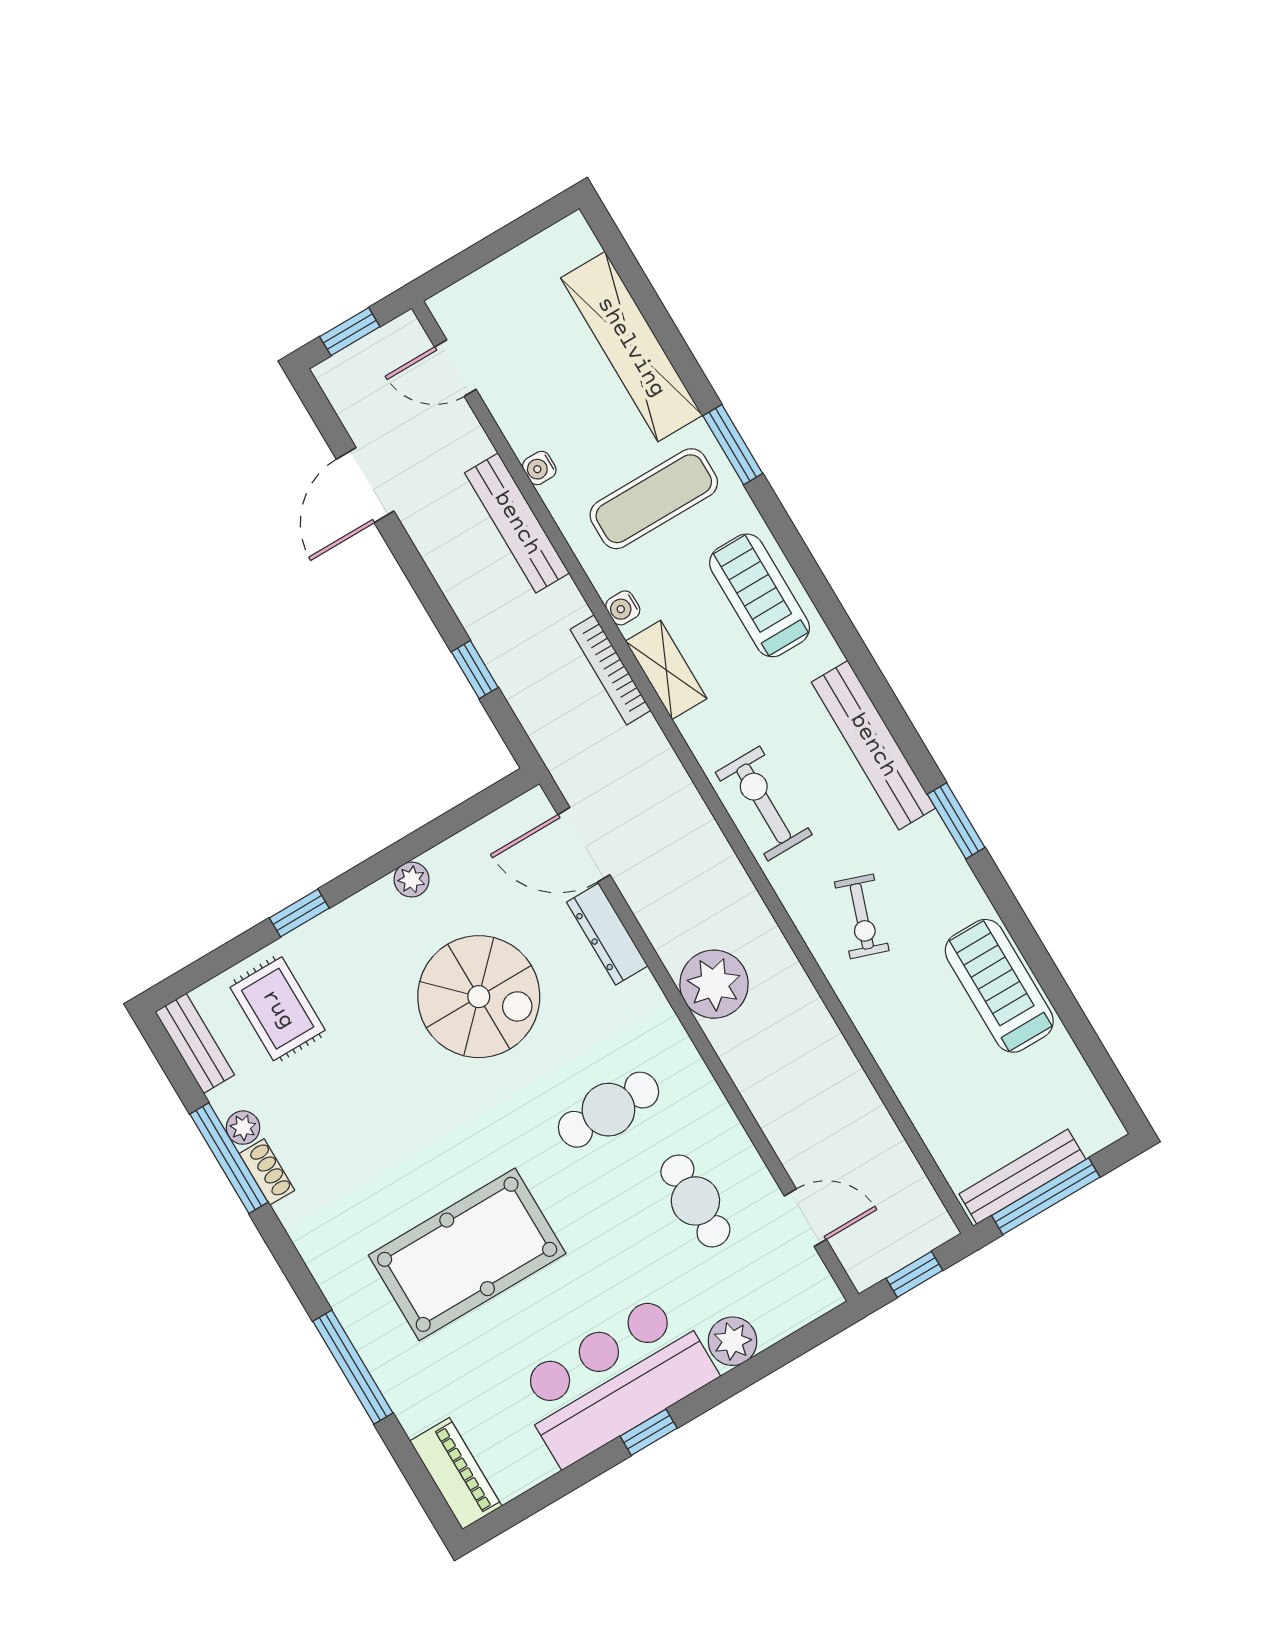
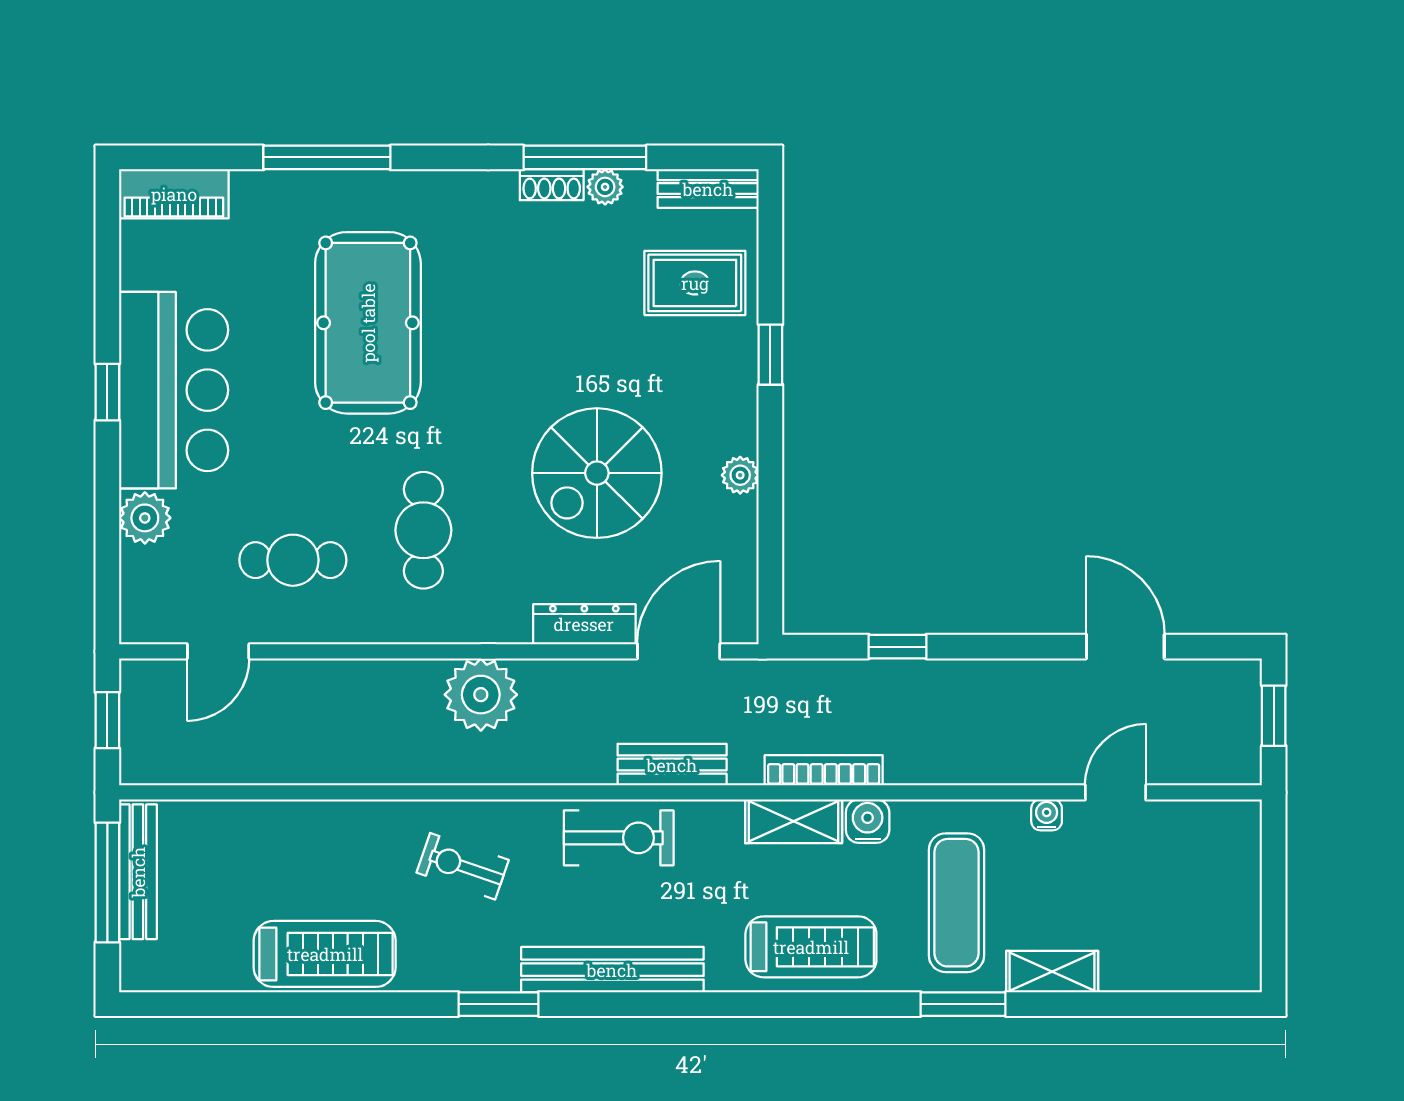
shelving: (631, 347) -> (1052, 972), width x0.45, depth x0.75
door: (455, 368) -> (1116, 792), moved
bench: (517, 523) -> (672, 765), moved, width x0.73
water cooler: (623, 608) -> (868, 821), width x1.38, depth x1.38

